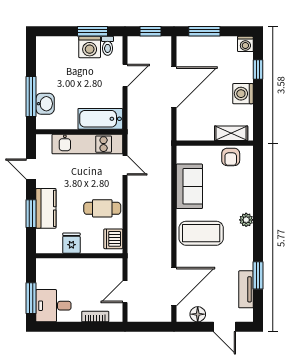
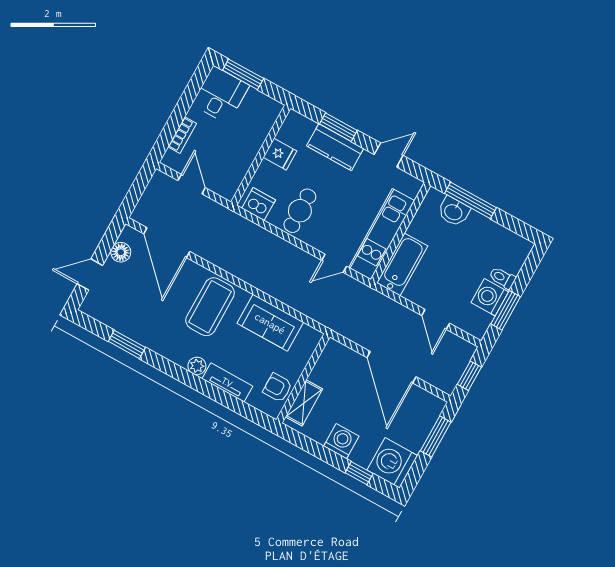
washing machine: (245, 44) -> (392, 463), width x1.89, depth x1.89
toilet: (108, 46) -> (502, 278), moved
tv unit: (246, 289) -> (227, 382), moved

